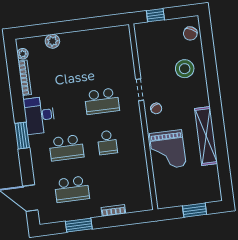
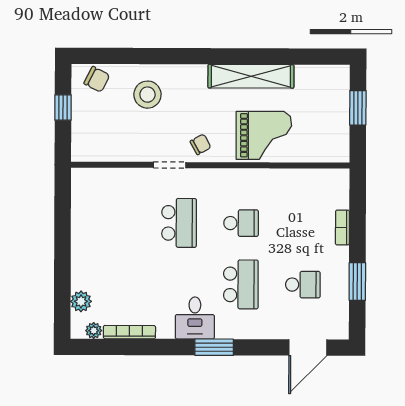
window: (155, 15) -> (63, 107), moved
plant: (52, 41) -> (81, 301), moved
desk: (39, 115) -> (195, 318), width x0.73
school desk: (72, 189) -> (303, 285), width x0.54

